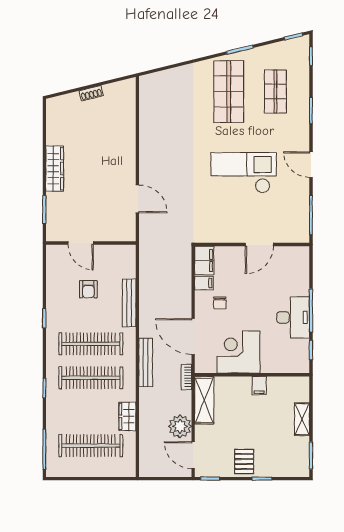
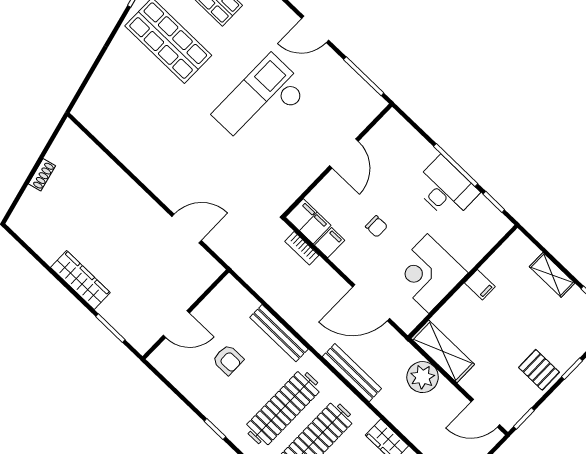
chair: (220, 303) -> (376, 226), moved
bookcase: (186, 377) -> (302, 248), moved
plant: (180, 426) -> (423, 377), moved

